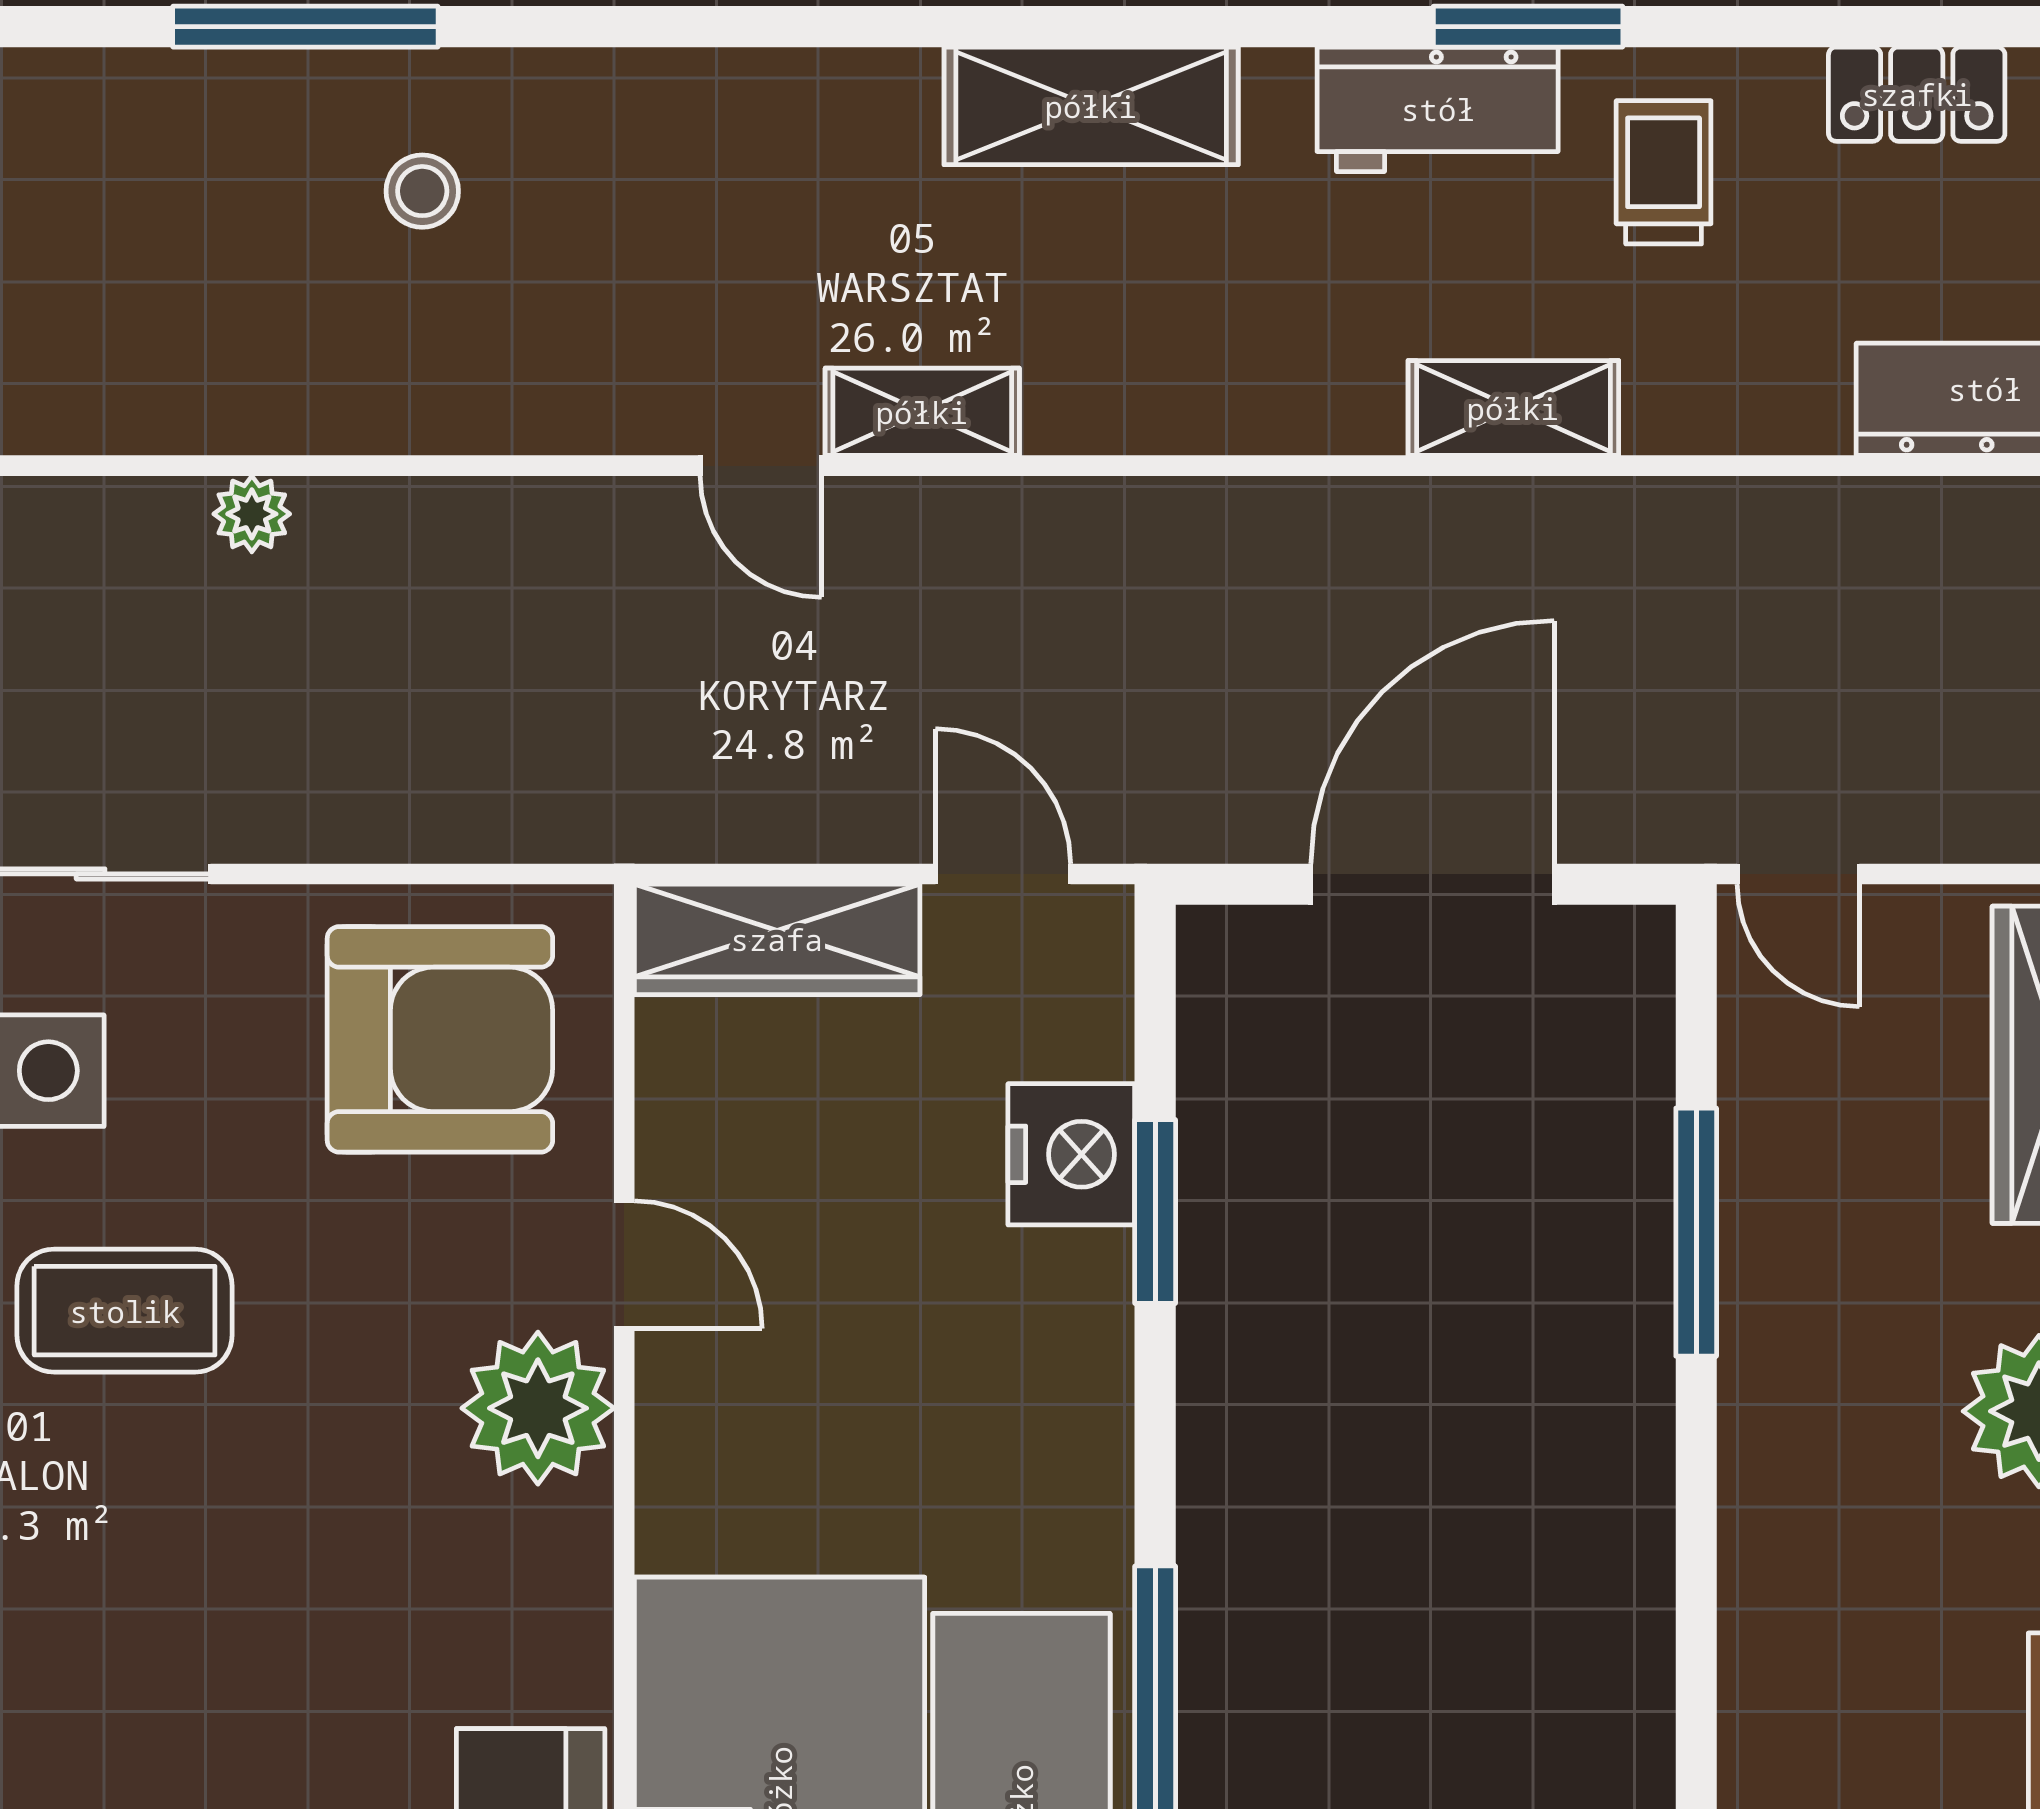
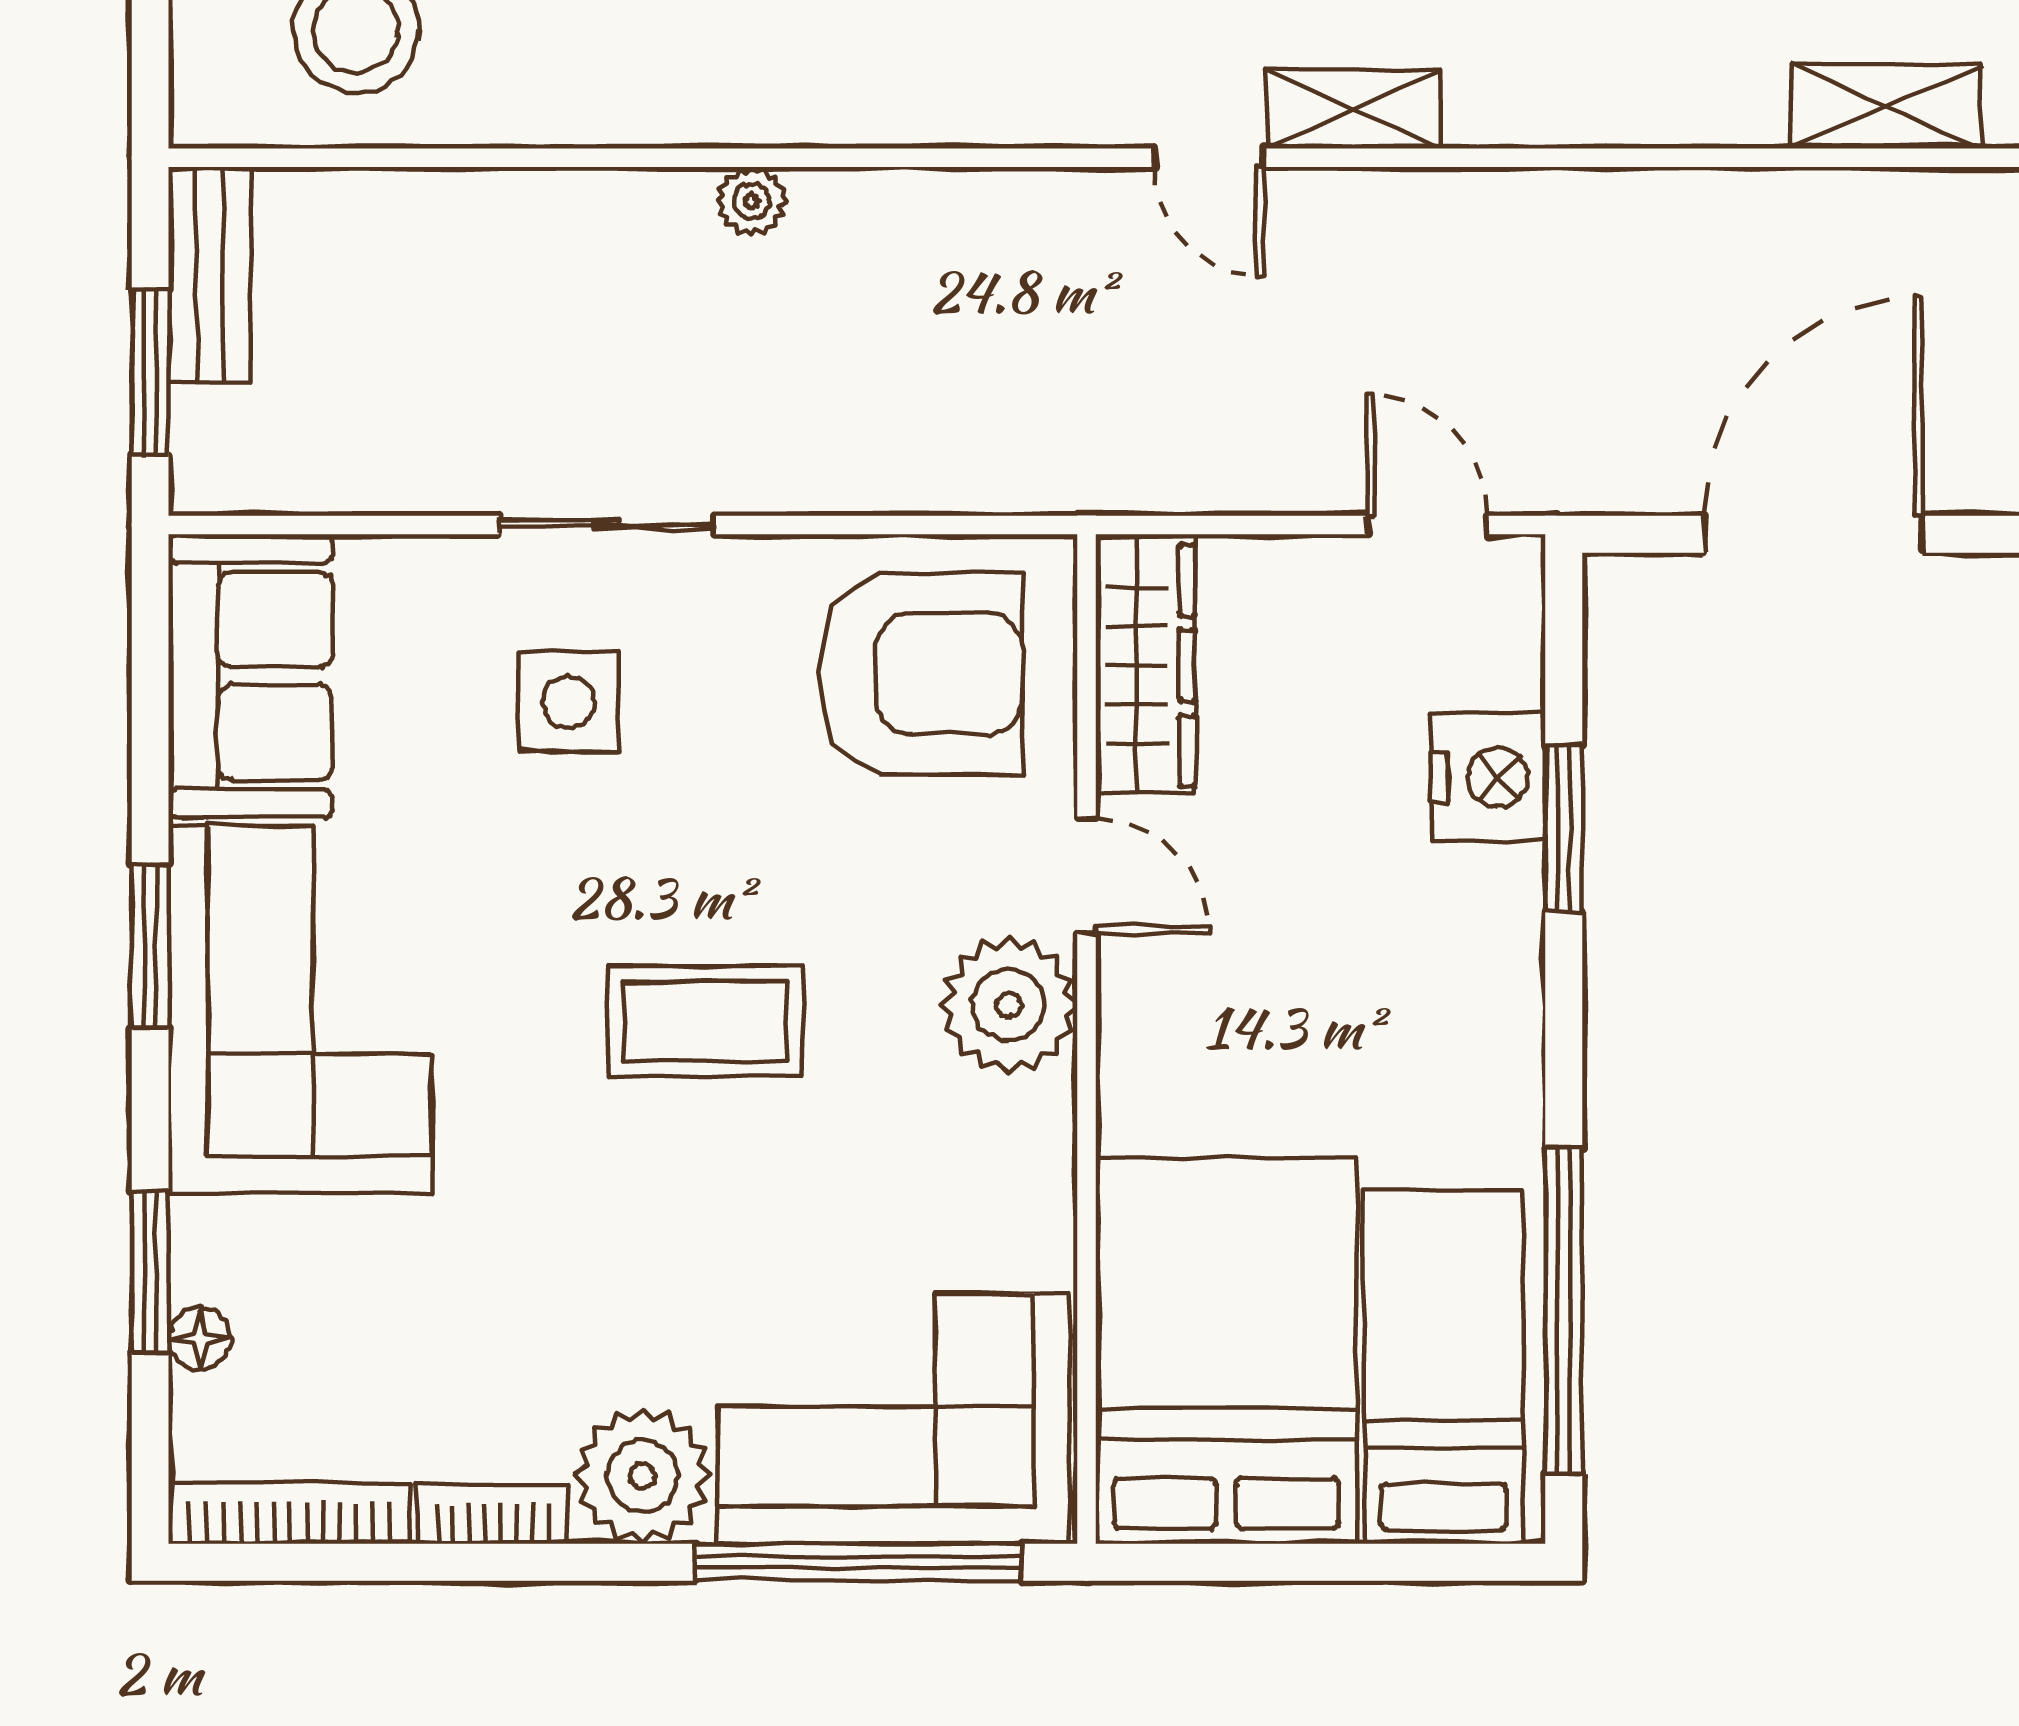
wardrobe: (777, 939) -> (1145, 665), moved, turned -90
coffee table: (125, 1311) -> (705, 1021), moved

